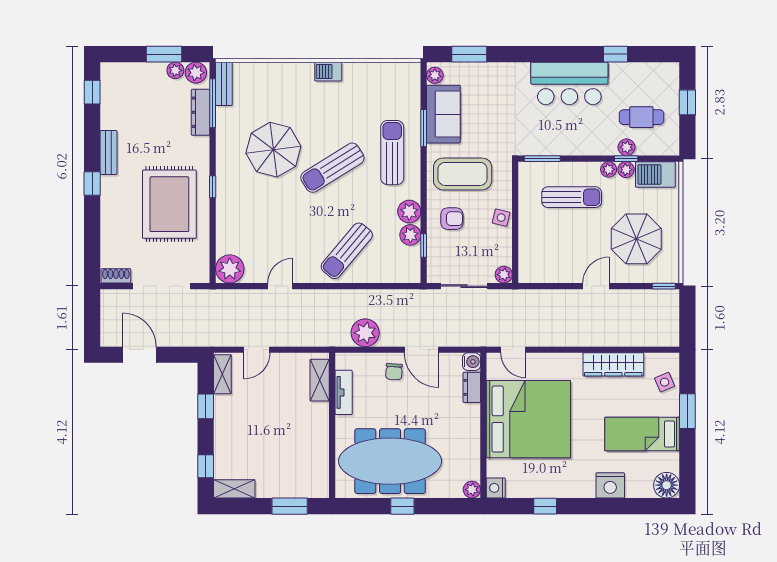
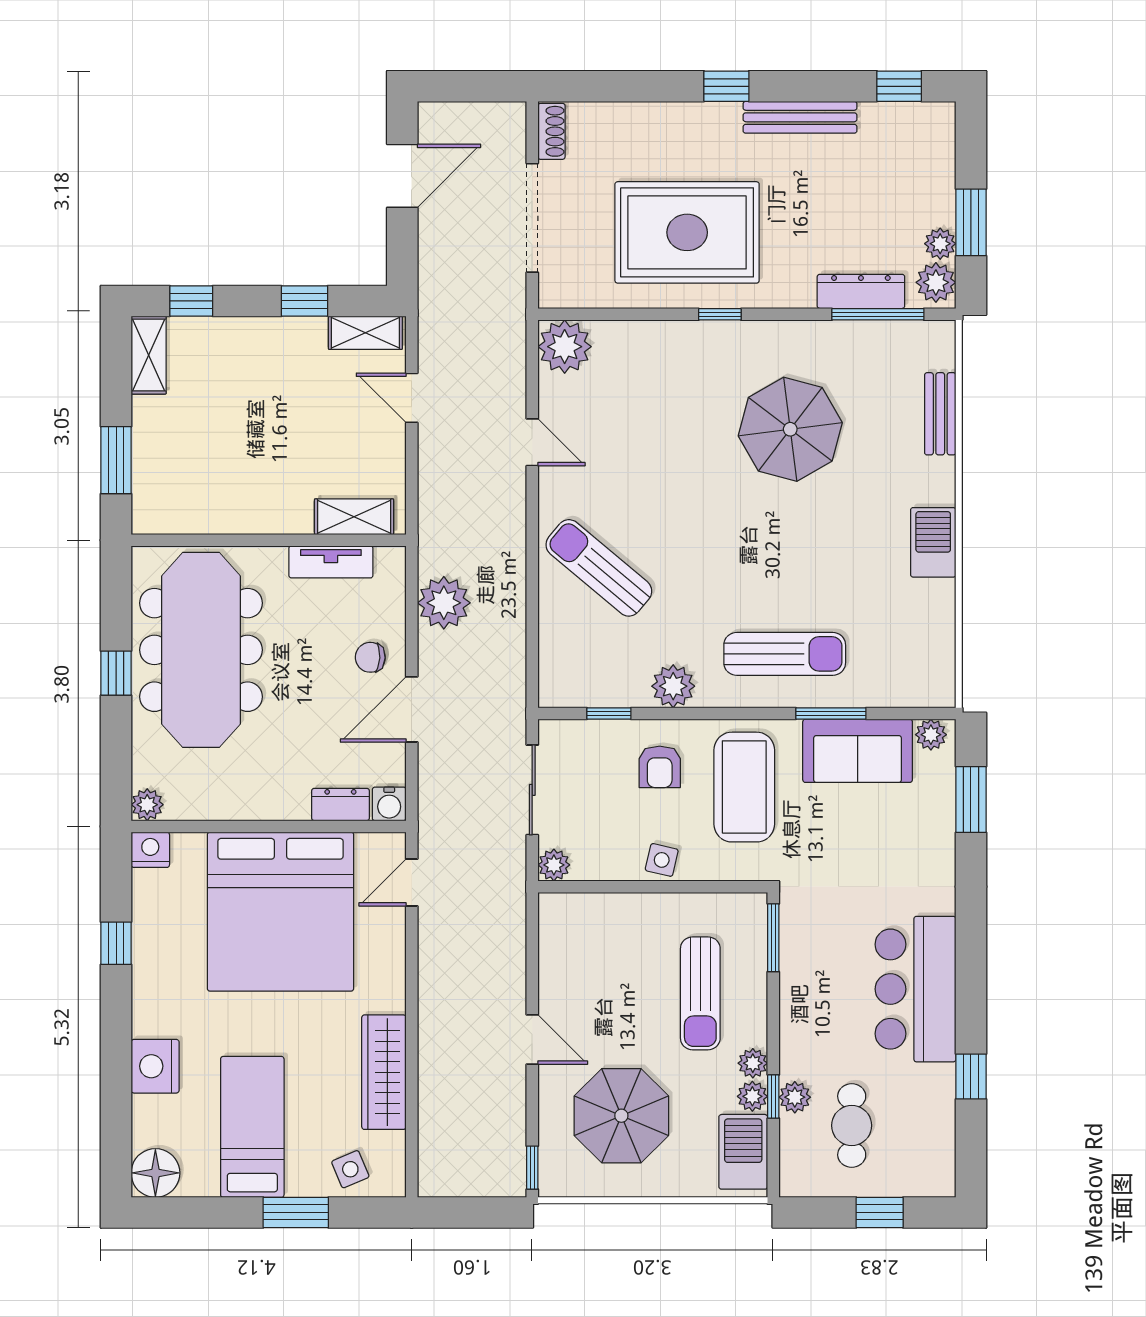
barbecue: (328, 72) -> (933, 542), width x1.38, depth x1.27
bench: (224, 84) -> (940, 414), moved, turned 90
bench: (109, 152) -> (800, 117), width x1.36
sun lounger: (332, 168) -> (756, 541), removed
plant: (410, 235) -> (629, 688), removed

